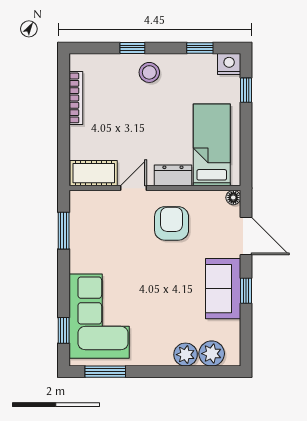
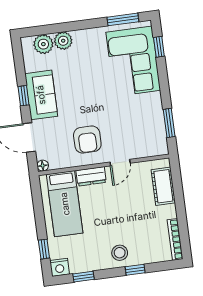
bookcase: (76, 98) -> (175, 239), moved
cot: (94, 173) -> (163, 186), moved, turned 90

